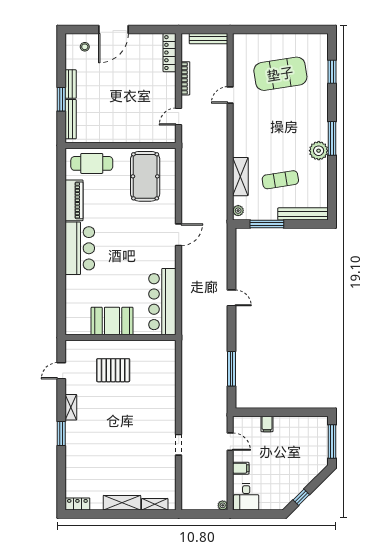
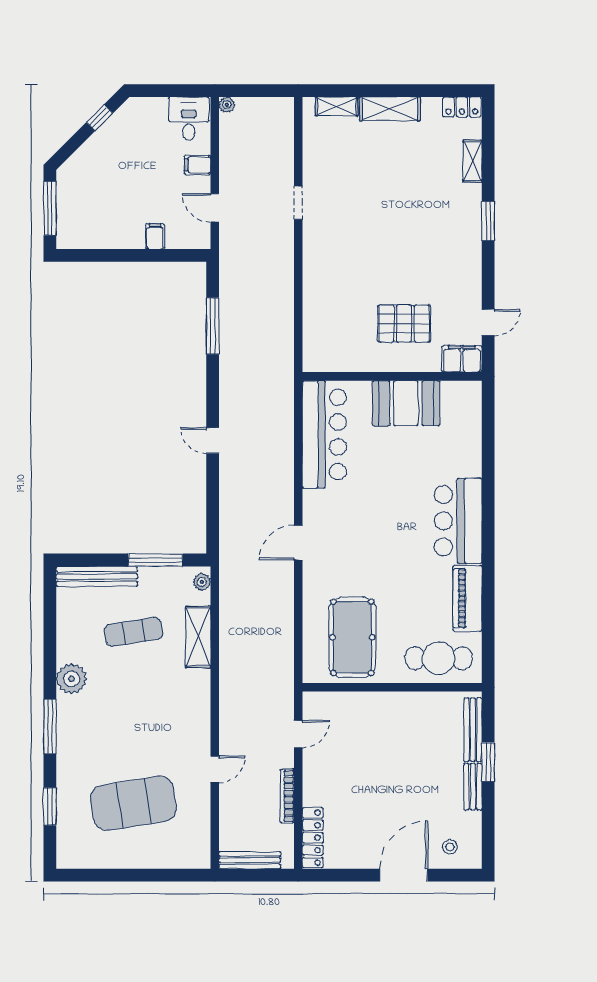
window: (332, 138) -> (50, 727), moved
filing cabinet: (77, 348) -> (462, 359), added
shelving: (71, 407) -> (472, 161), moved

